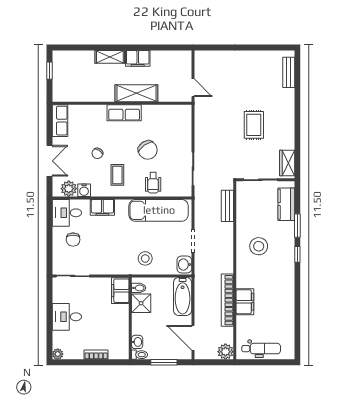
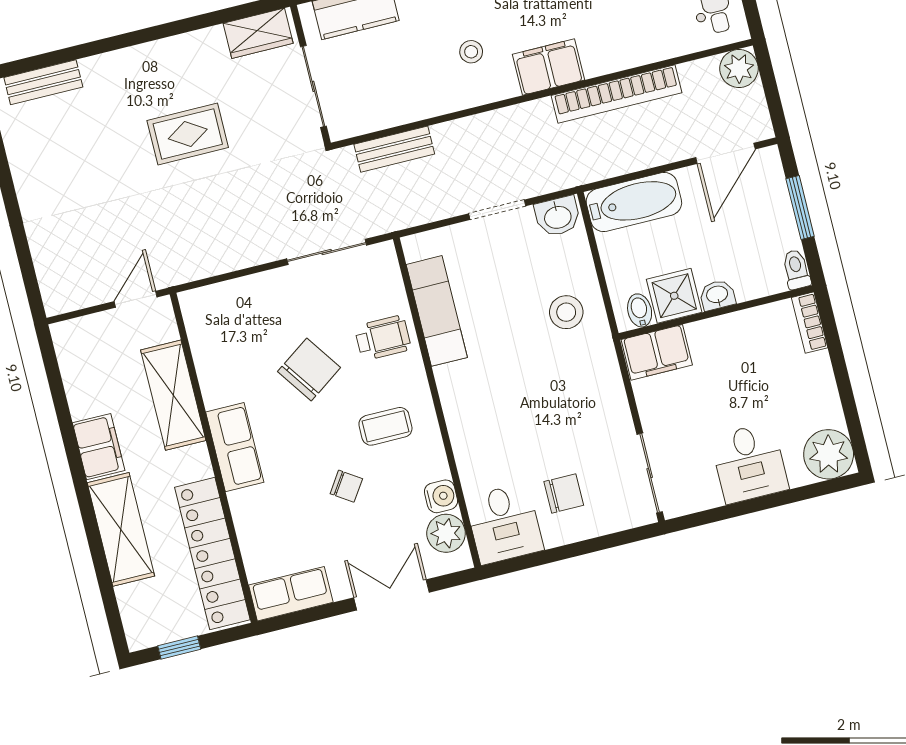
shelving: (110, 57) -> (121, 529), width x1.50, depth x1.33
locker: (84, 93) -> (212, 554), added
shelving: (136, 93) -> (173, 395), moved
filing cabinet: (102, 207) -> (470, 443), removed
exam couch: (159, 210) -> (437, 311), width x0.73, depth x0.69
stool: (259, 246) -> (471, 52), width x0.53, depth x0.53
filing cabinet: (245, 302) -> (549, 67), moved
washbasin: (137, 342) -> (717, 295), moved
plant: (58, 354) -> (829, 454), width x1.87, depth x1.87
bookcase: (96, 355) -> (810, 323), moved

